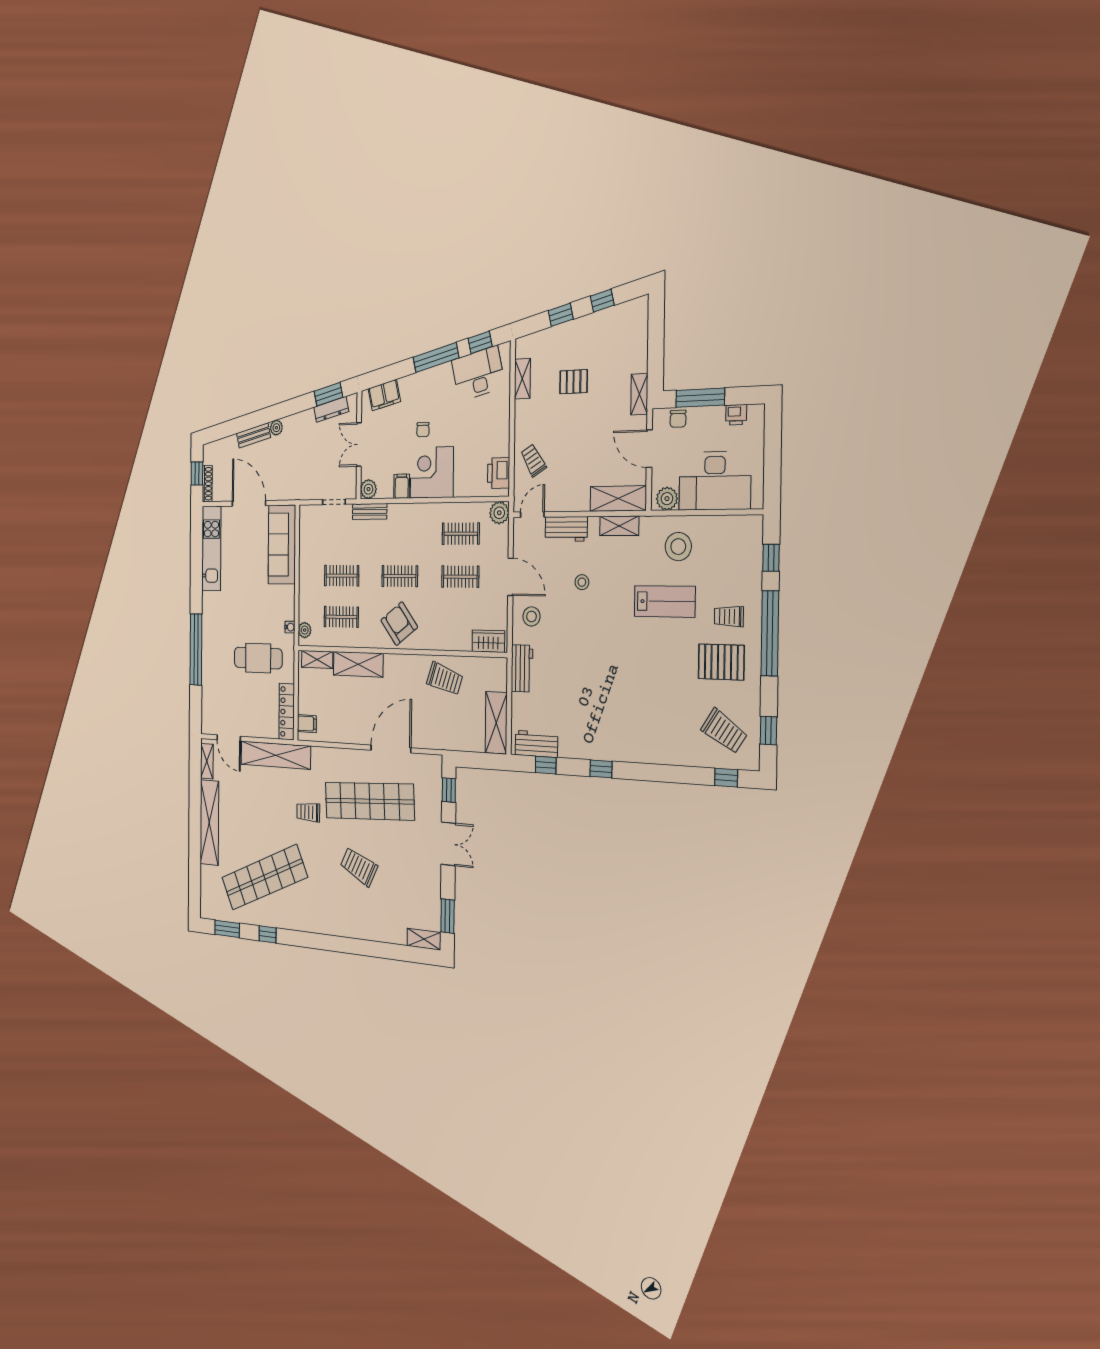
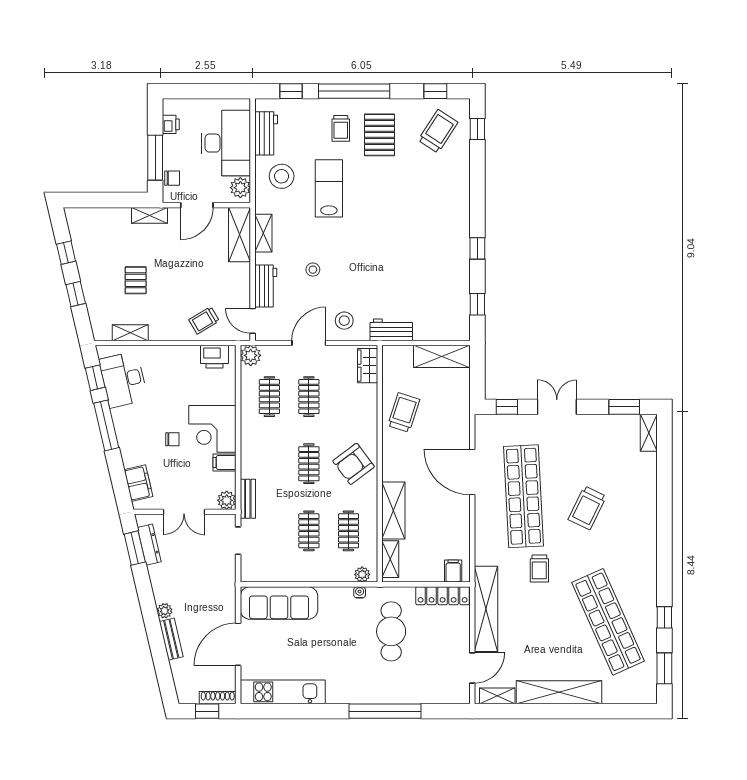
workbench: (536, 744) -> (266, 133), moved, turned 180

